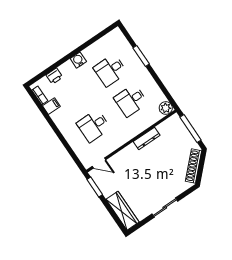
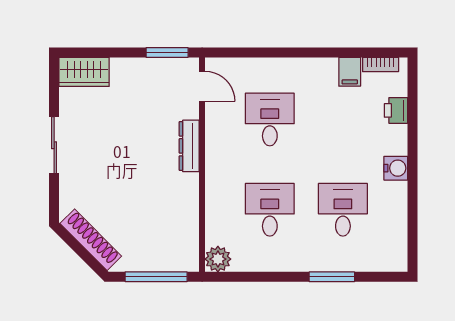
dresser: (147, 138) -> (189, 146), moved
door: (99, 163) -> (202, 86), swing flipped
wardrobe: (123, 211) -> (84, 72), width x0.67

